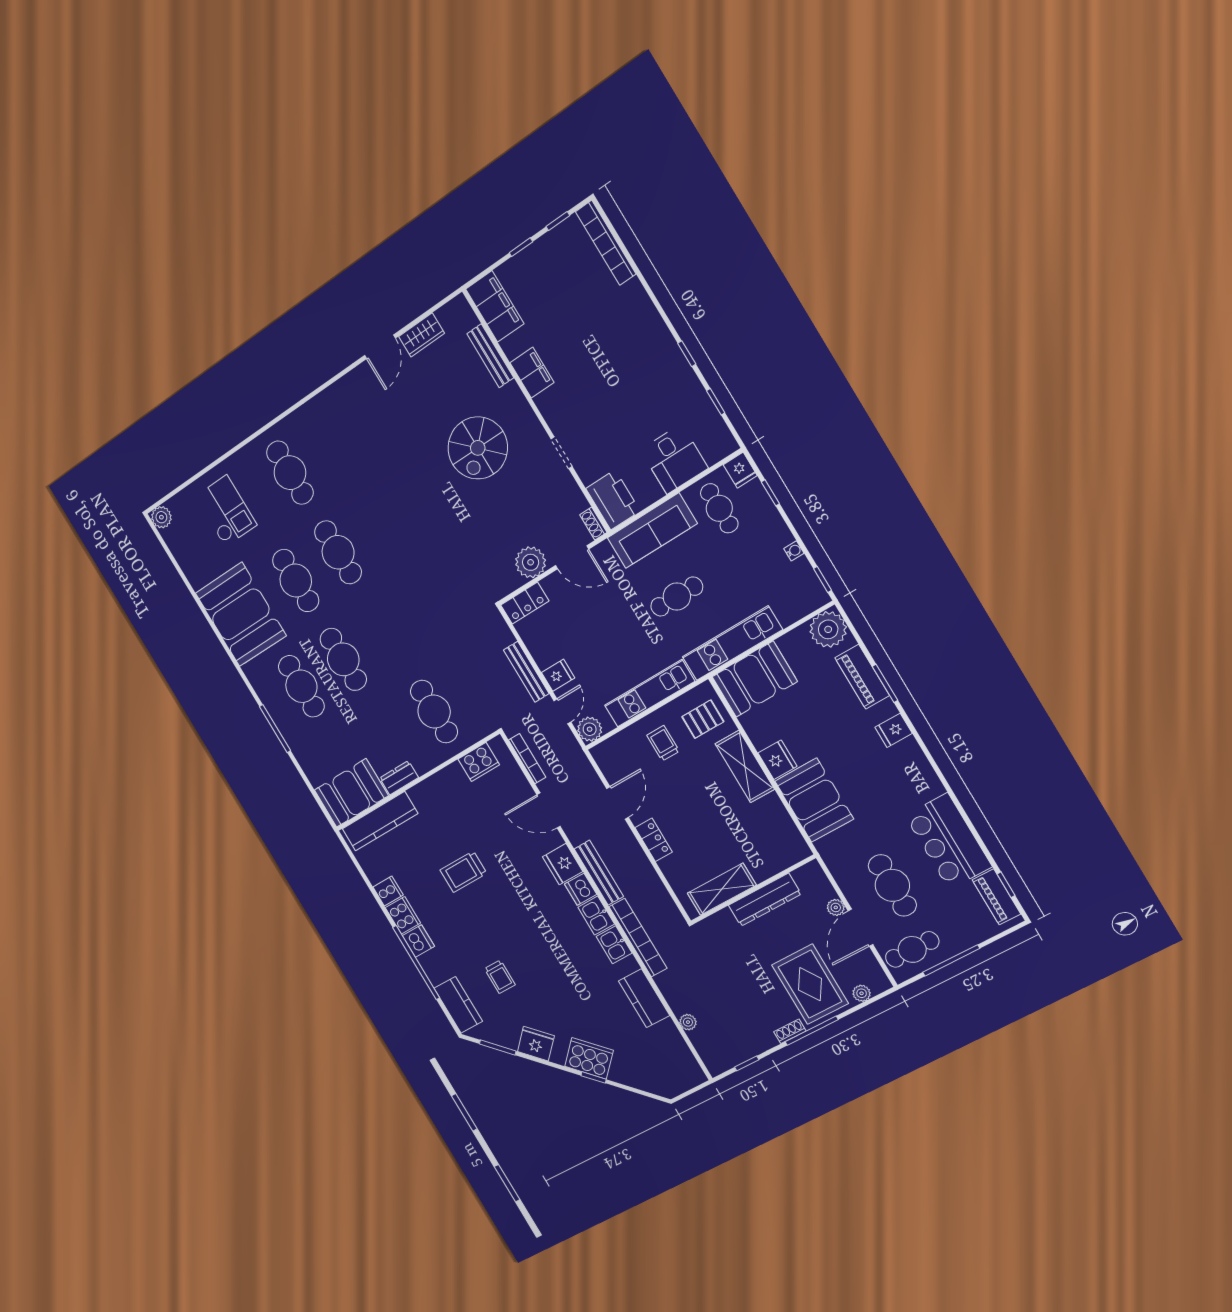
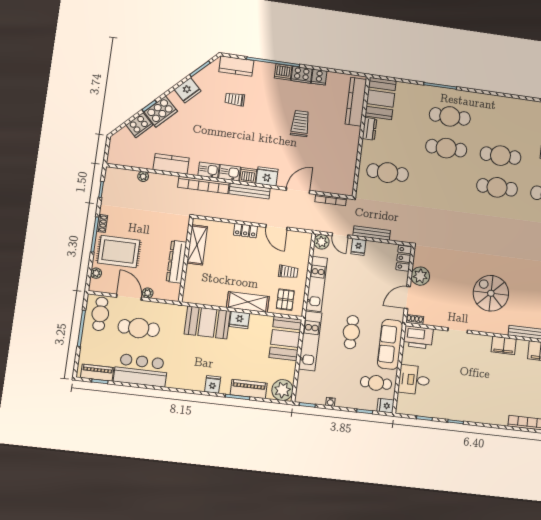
booth: (241, 614) -> (506, 115), removed
cooker: (479, 762) -> (139, 125), moved, turned -135

